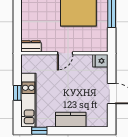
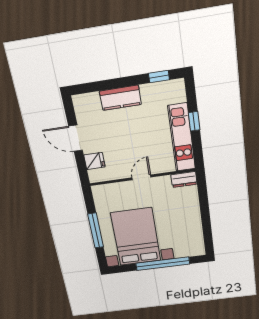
fridge: (100, 61) -> (94, 161), moved
kitchen unit: (28, 100) -> (182, 138), moved

